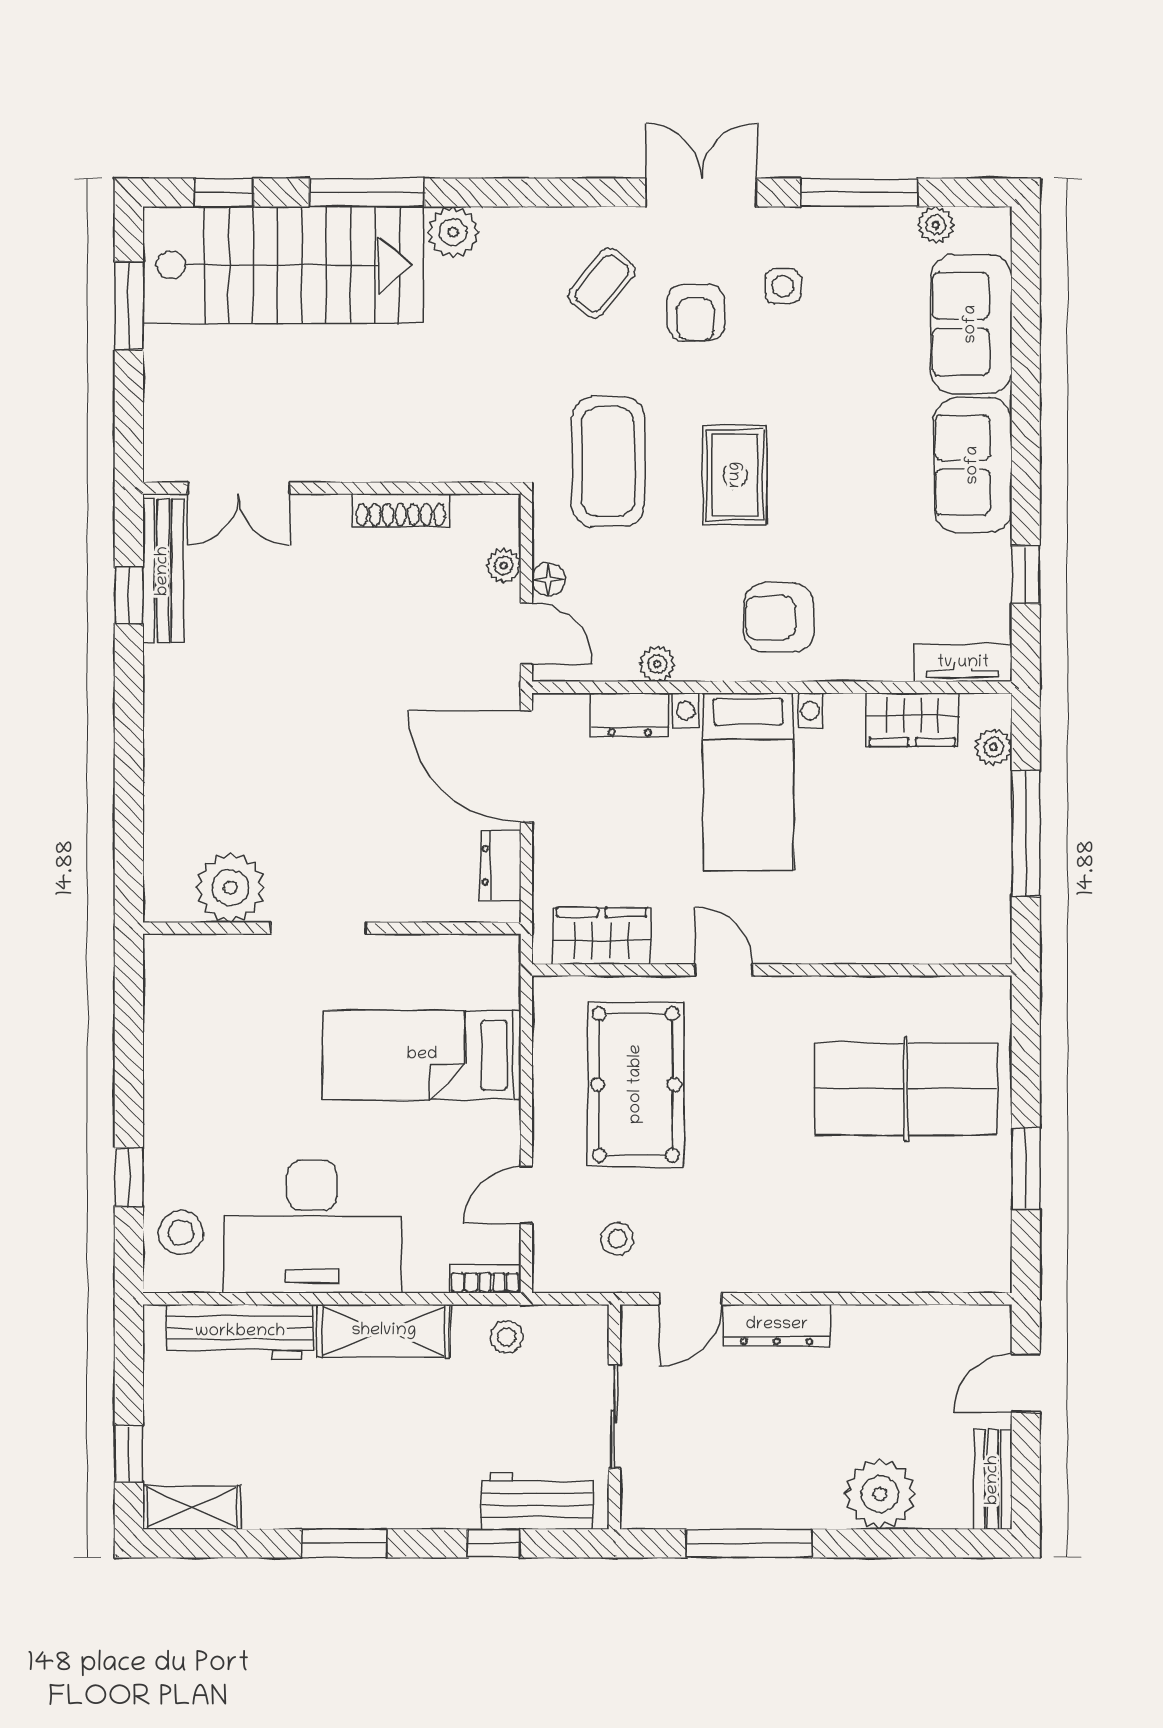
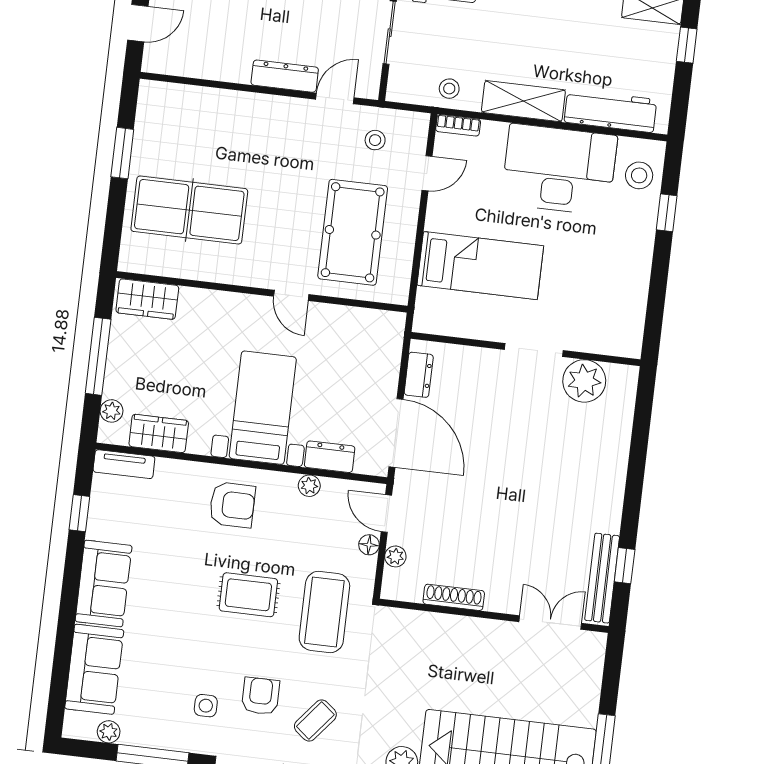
rug: (735, 475) -> (248, 595), turned 90
wardrobe: (602, 936) -> (147, 299), moved

